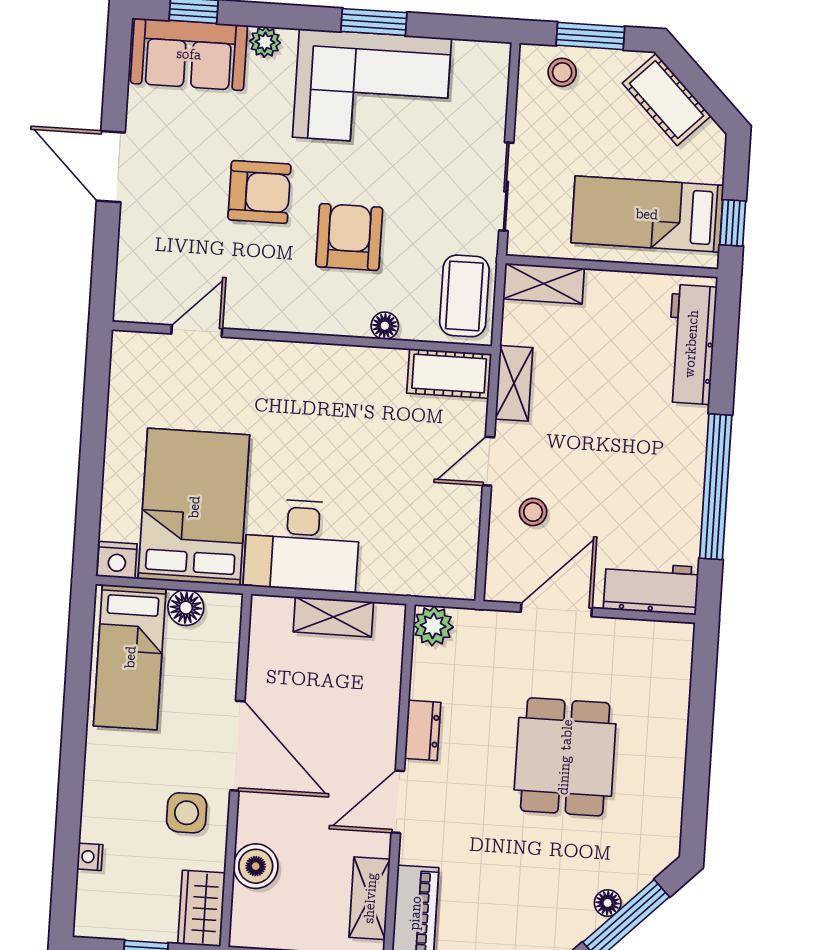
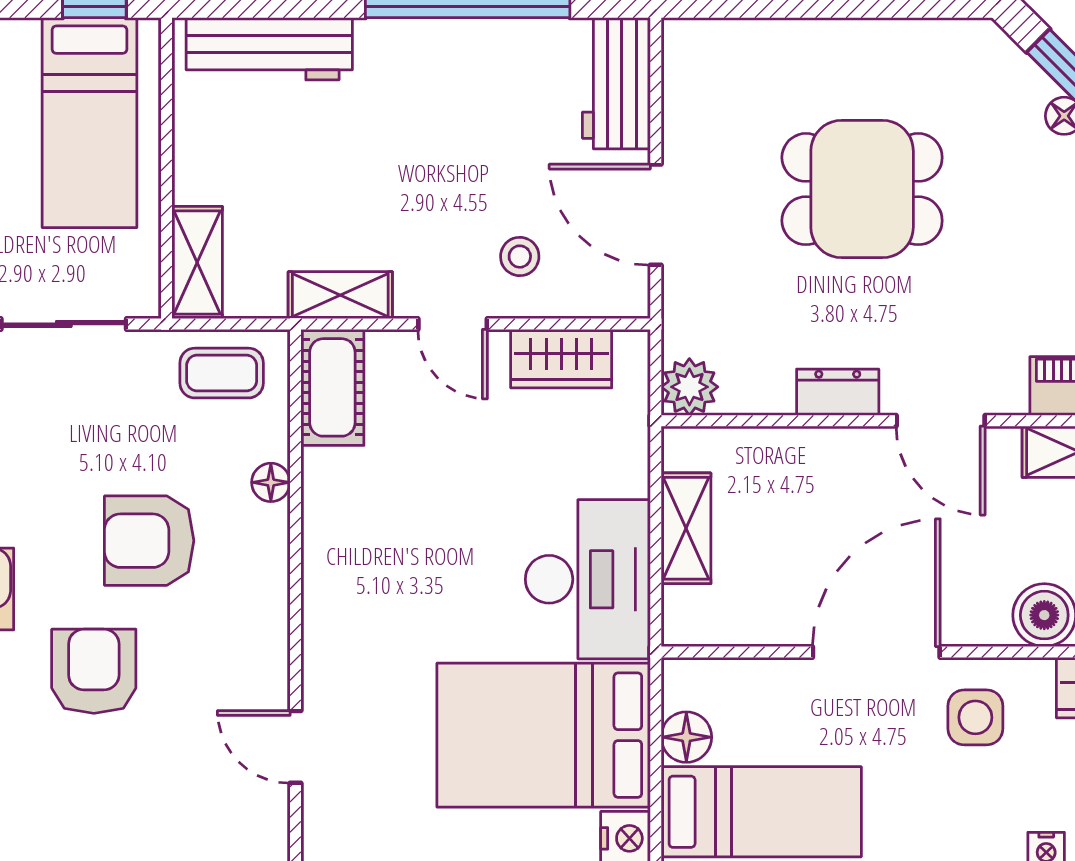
coffee table: (464, 296) -> (222, 373), width x0.73, depth x0.77
wardrobe: (459, 536) -> (561, 359), added

